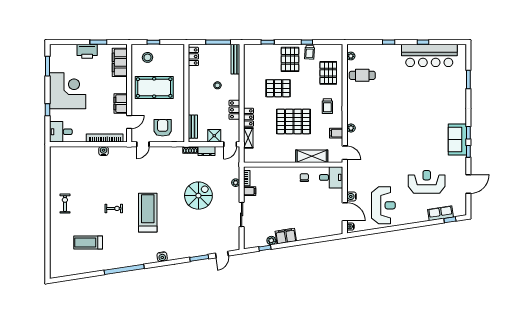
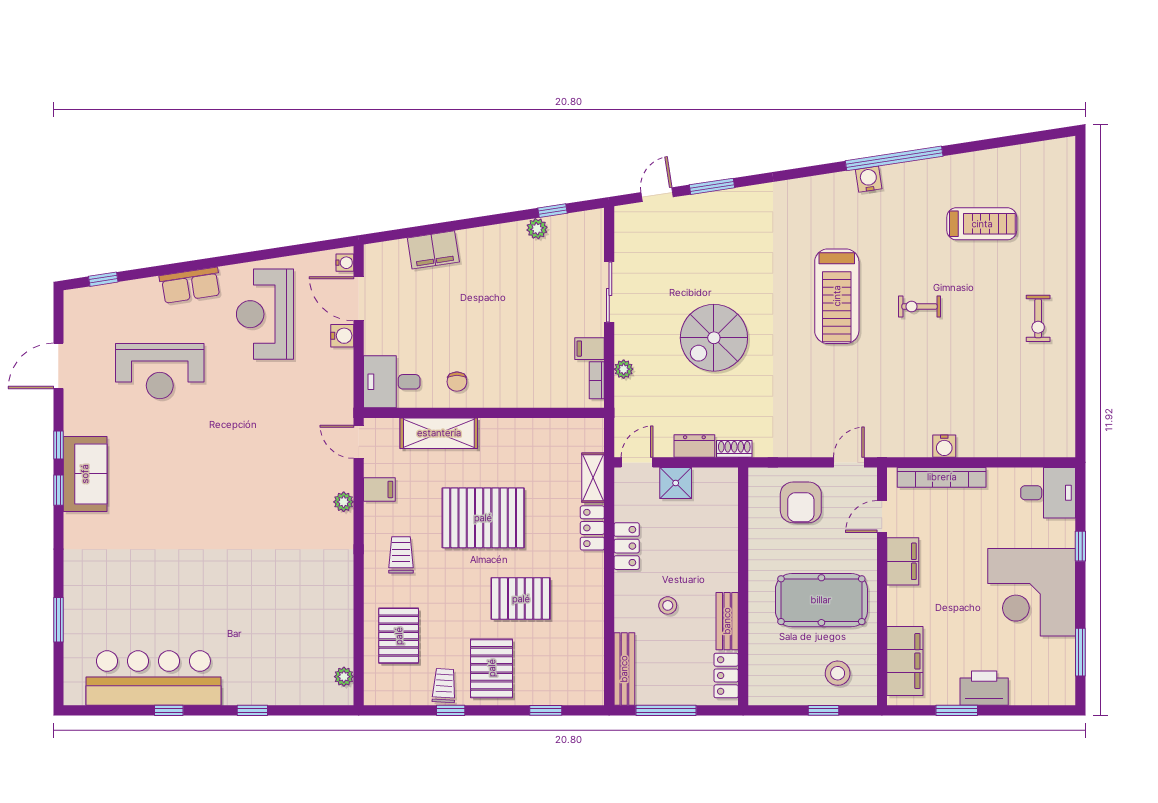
cafe table: (362, 75) -> (316, 630), removed
bench: (193, 127) -> (727, 621), moved
row of seats: (441, 213) -> (190, 285), moved
filing cabinet: (286, 236) -> (433, 250), moved
water cooler: (162, 257) -> (869, 179), moved

